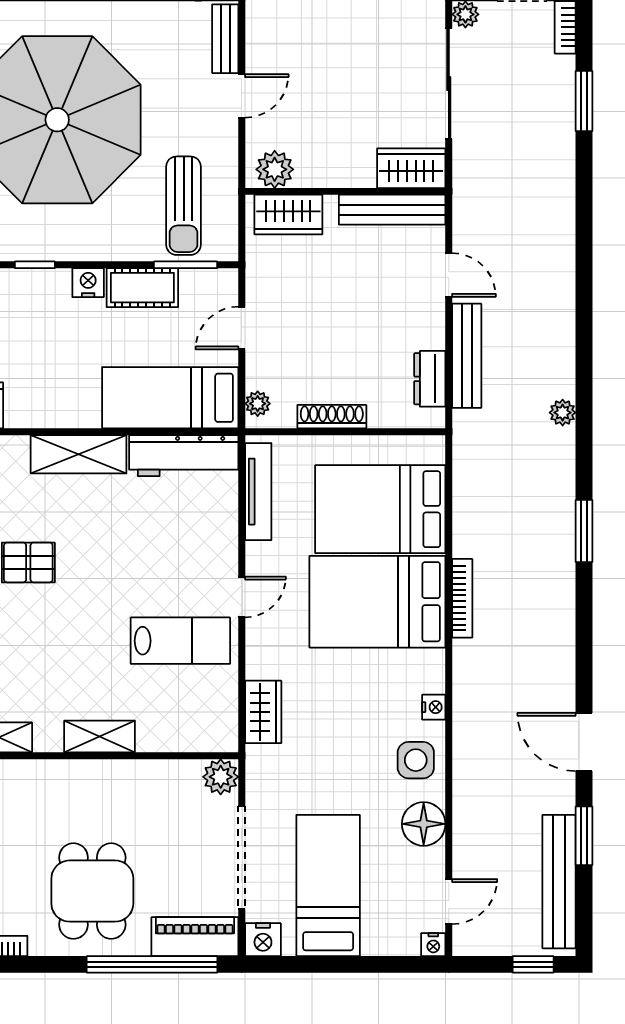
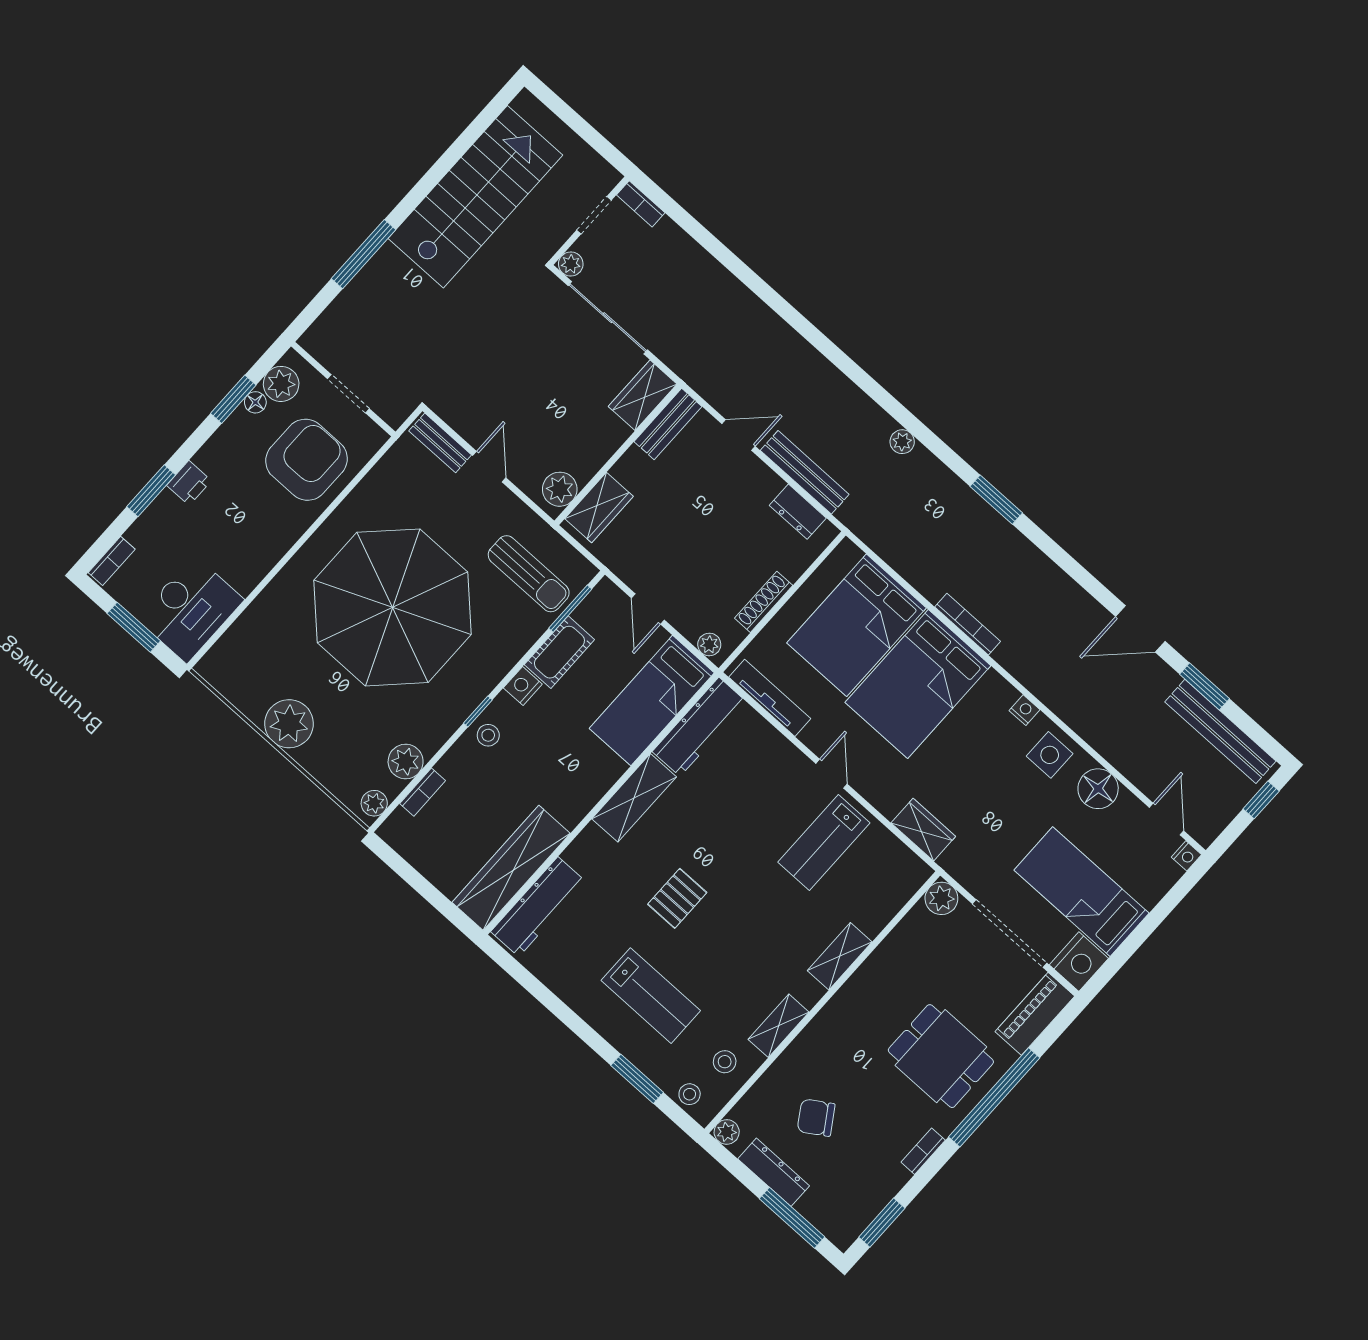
window: (584, 101) -> (703, 236), removed
bench: (392, 210) -> (668, 424), width x0.73
stool: (23, 290) -> (488, 735), added
lab bench: (180, 641) -> (824, 842), turned 180
nightstand: (263, 940) -> (1079, 962), width x1.36, depth x1.33
window: (152, 964) -> (994, 1097), moved

